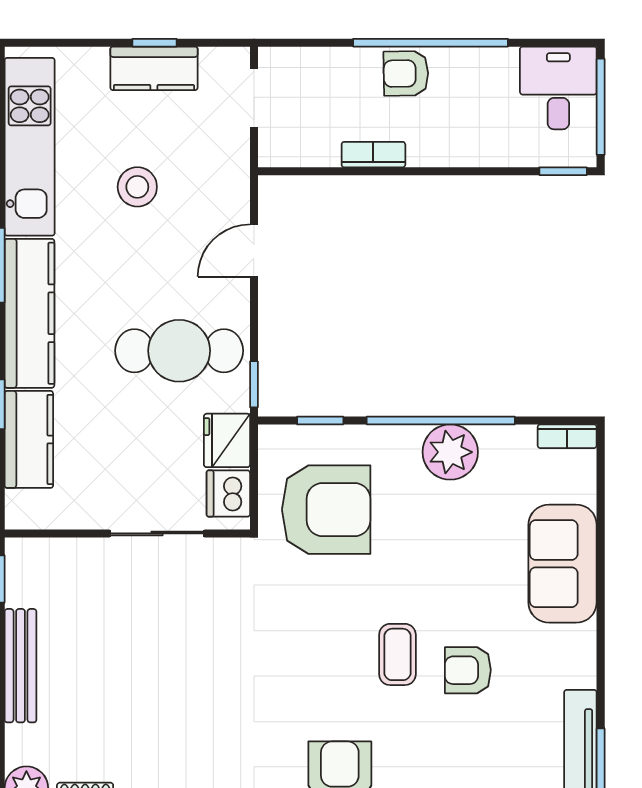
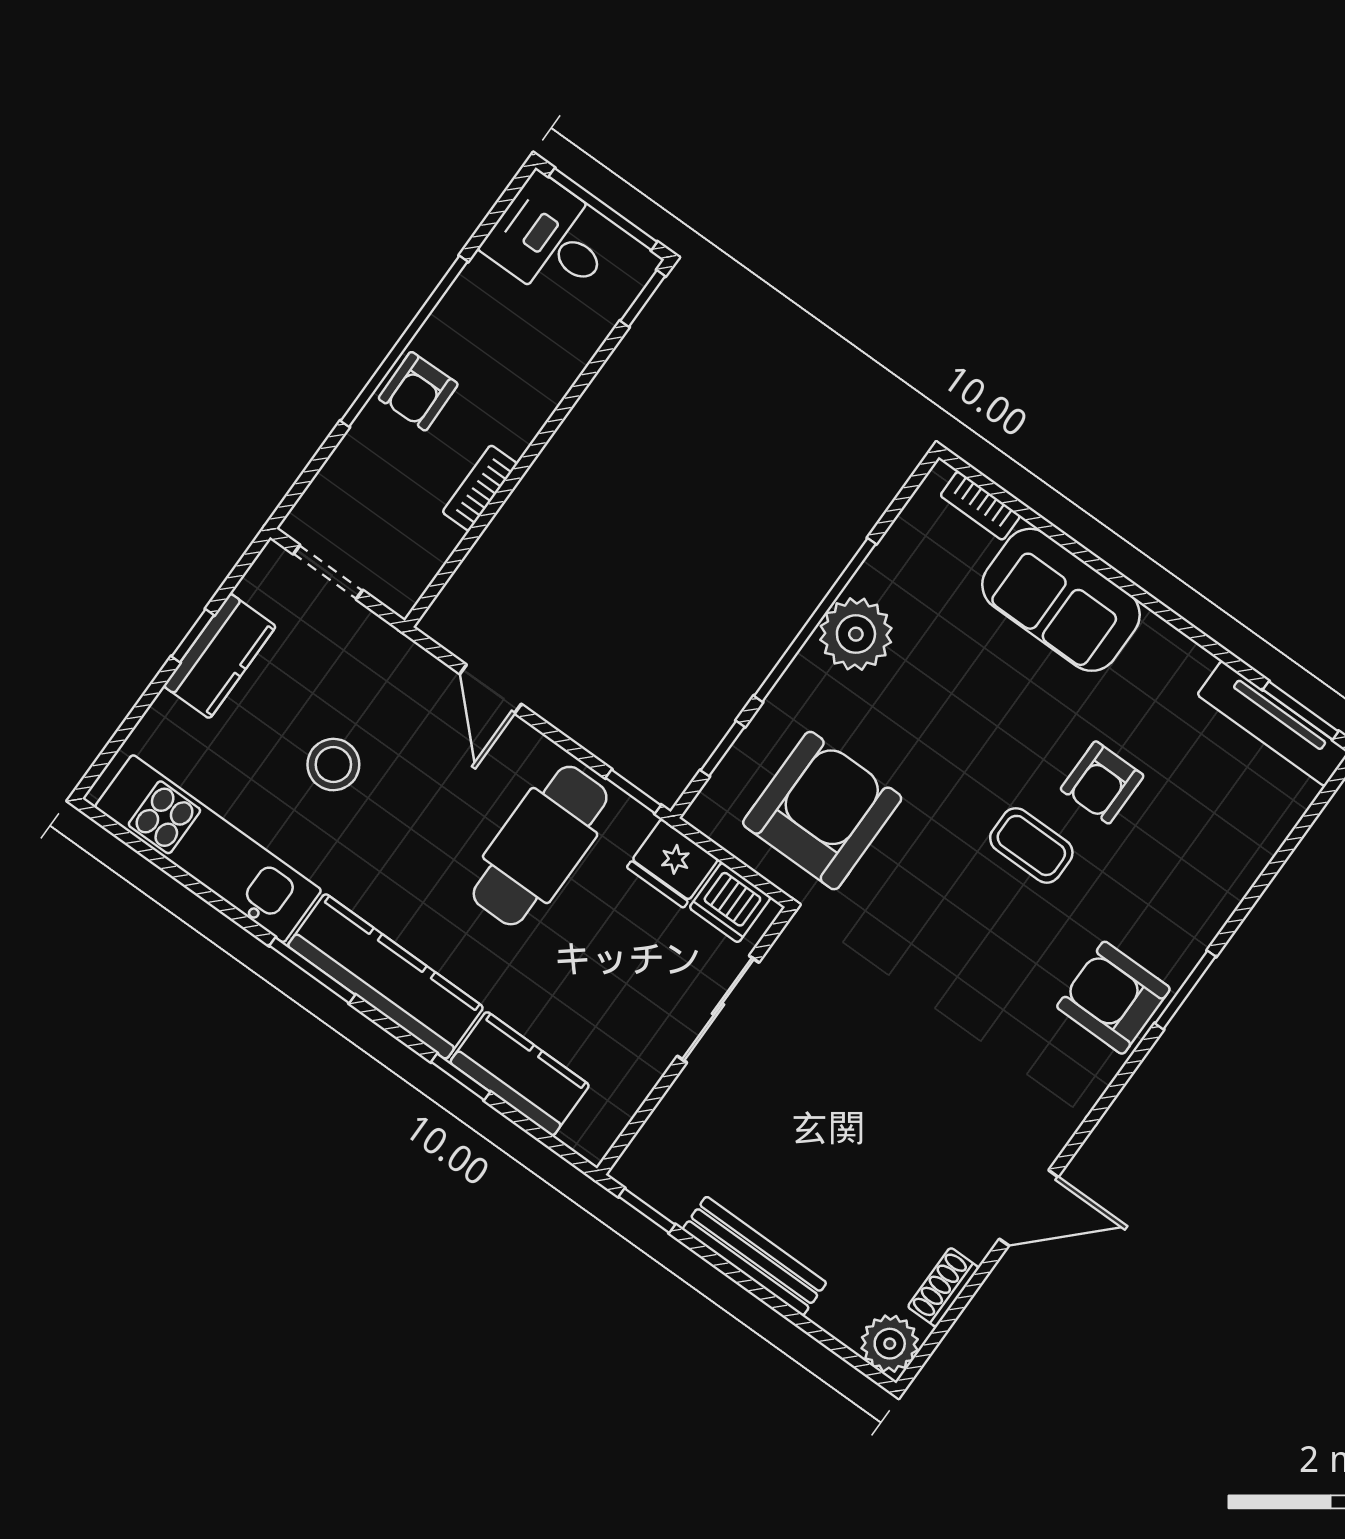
bookcase: (567, 436) -> (980, 506), moved, turned 90

